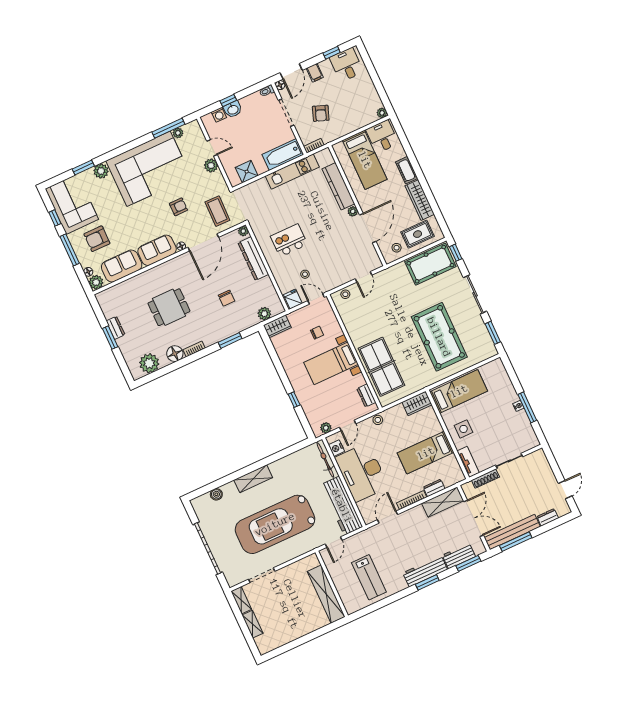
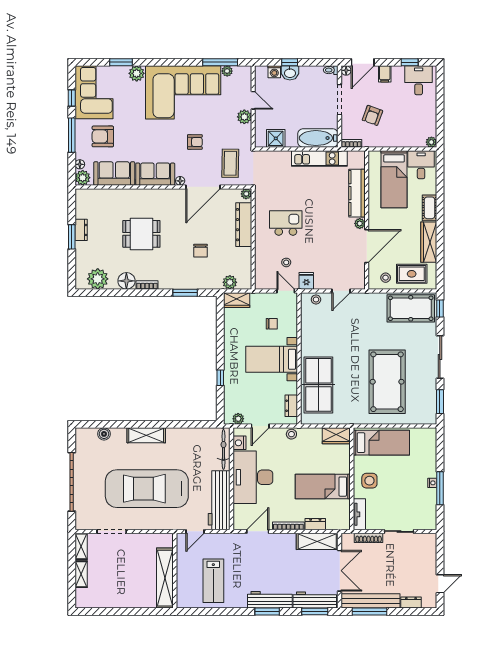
fridge: (293, 299) -> (306, 281), moved
workbench: (459, 556) -> (315, 600), width x1.38

